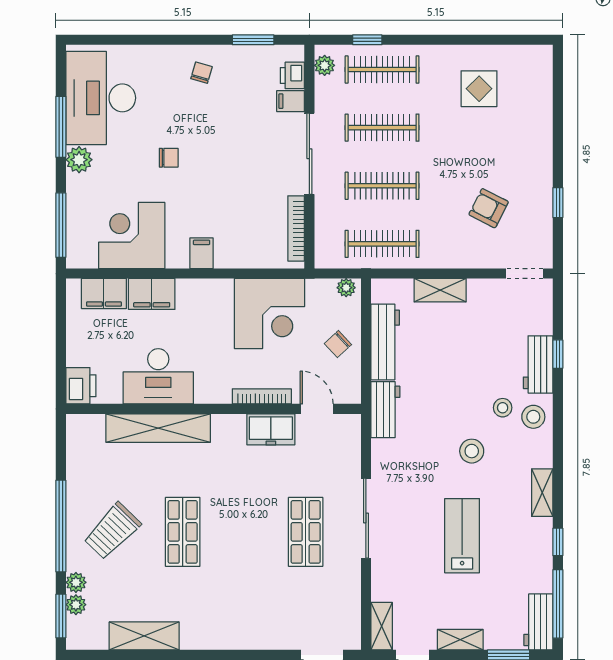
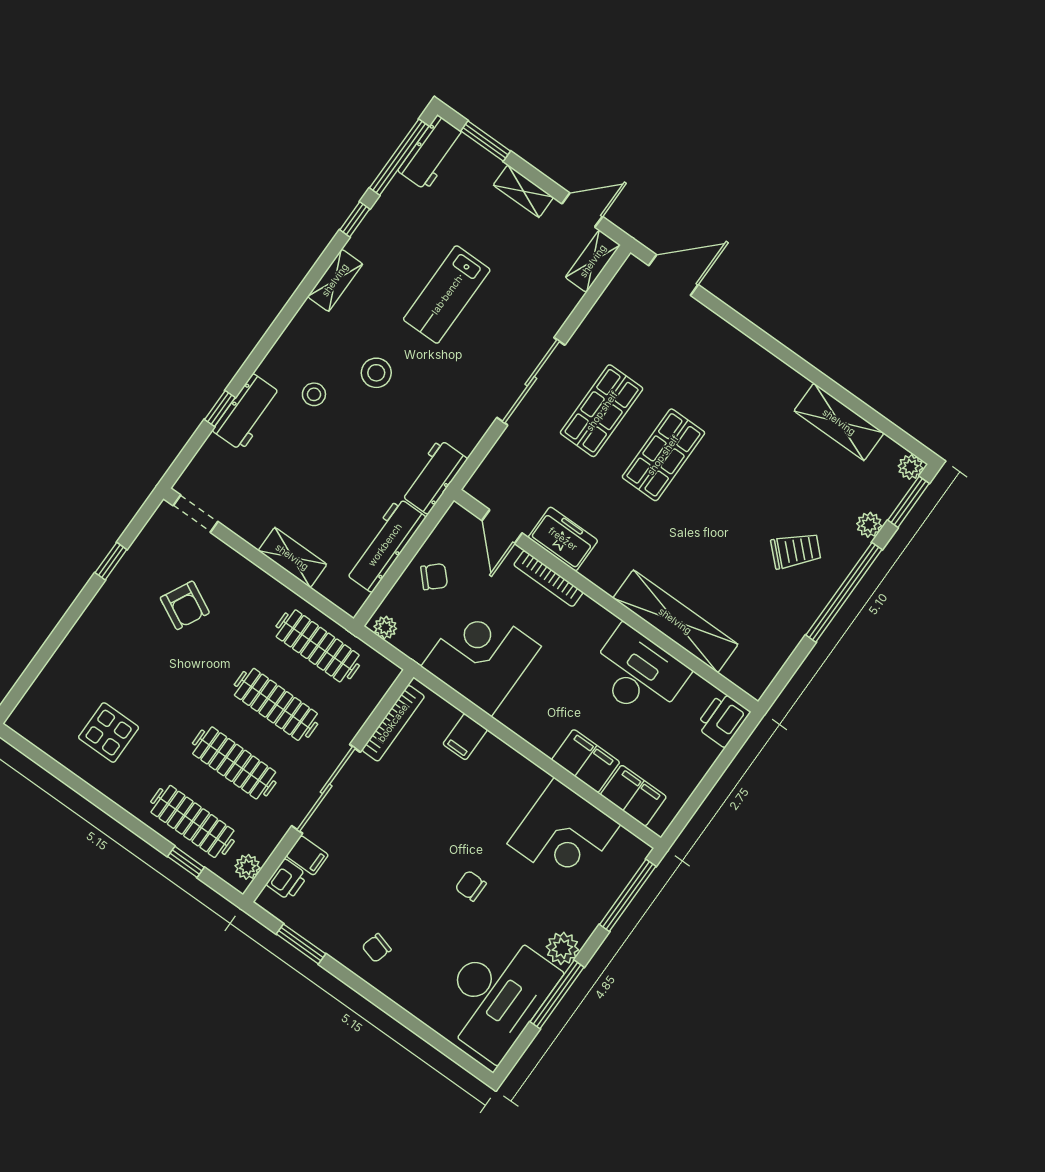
filing cabinet: (202, 253) -> (465, 737), moved
stool: (533, 417) -> (290, 363), removed
trolley: (112, 531) -> (796, 551), width x0.73, depth x0.72
shop shelf: (183, 532) -> (663, 455), moved
plant: (76, 605) -> (911, 467), moved

